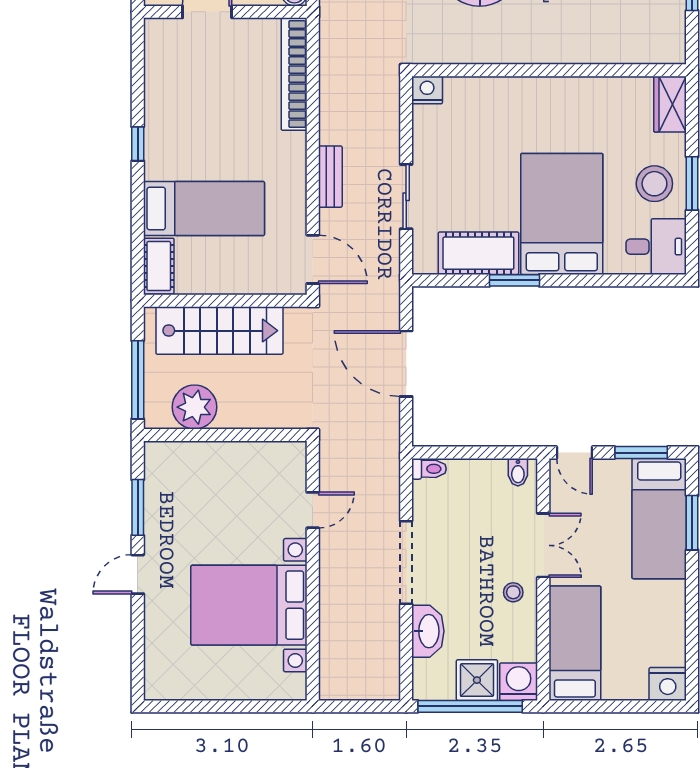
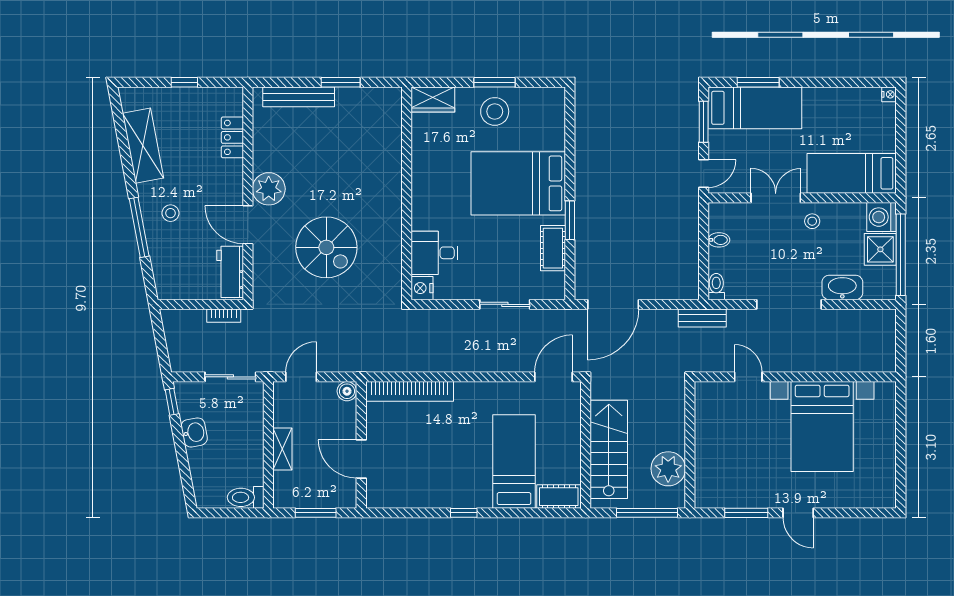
bench: (330, 177) -> (702, 318), moved
desk: (656, 247) -> (434, 253), moved, turned -90
cot: (478, 253) -> (553, 248), width x0.73, depth x0.75
door: (406, 364) -> (613, 304), moved
bidet: (518, 472) -> (719, 240), moved
nightstand: (668, 684) -> (889, 94), width x0.53, depth x0.56

